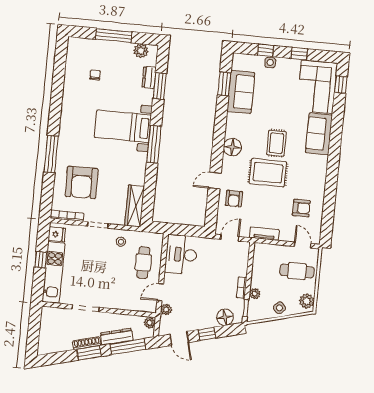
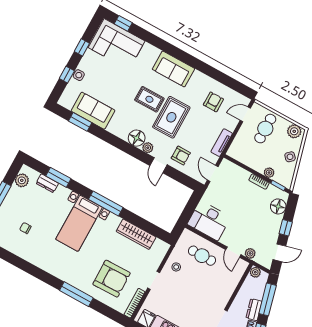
sofa: (319, 134) -> (173, 69), moved
plant: (228, 162) -> (148, 148), added
wardrobe: (135, 206) -> (136, 234), moved
dresser: (117, 337) -> (254, 310), width x0.70

